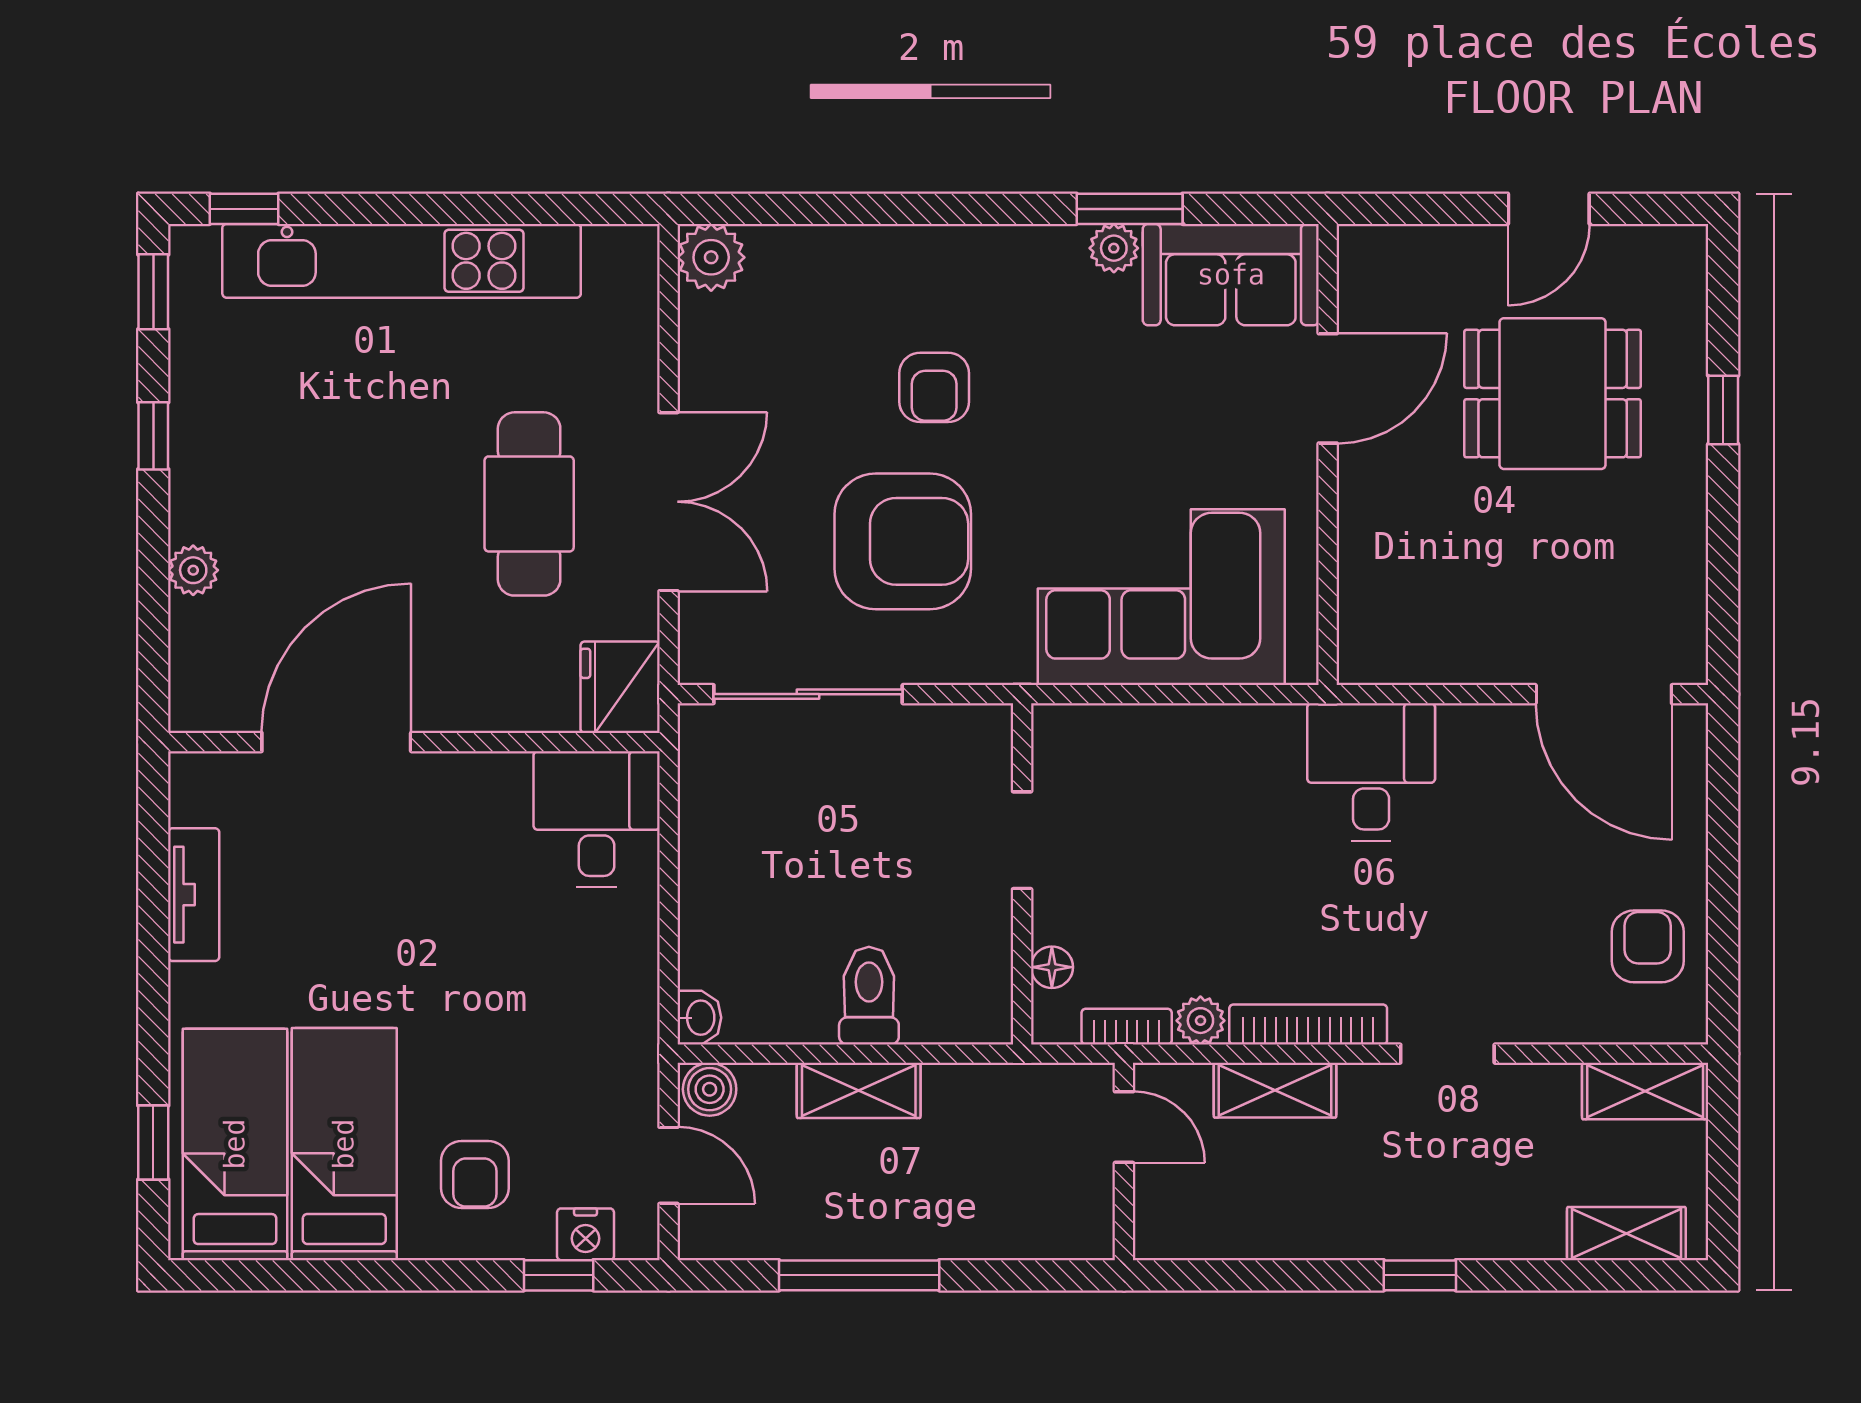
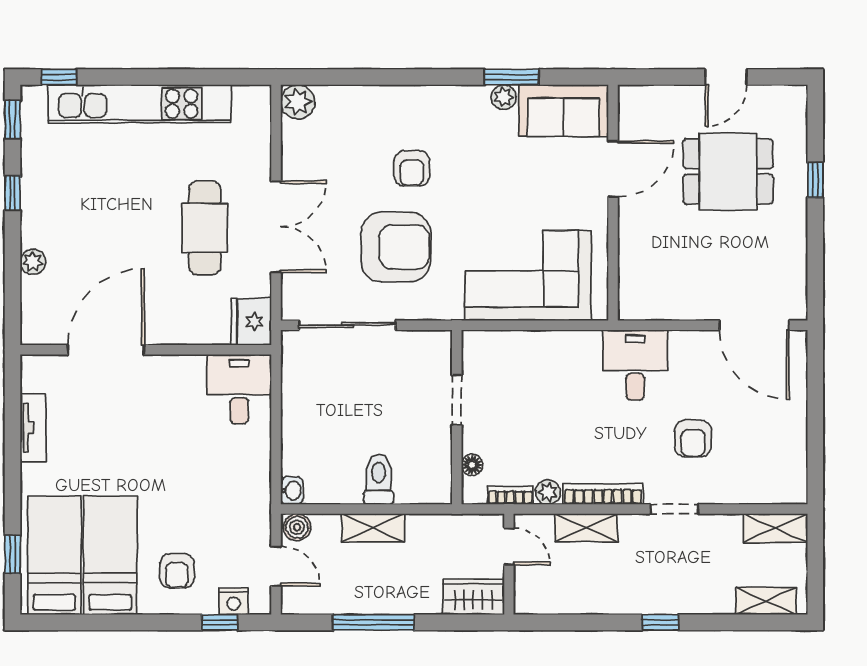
armchair: (1648, 946) -> (693, 439), moved, turned 180
wardrobe: (1055, 1225) -> (473, 597), added

